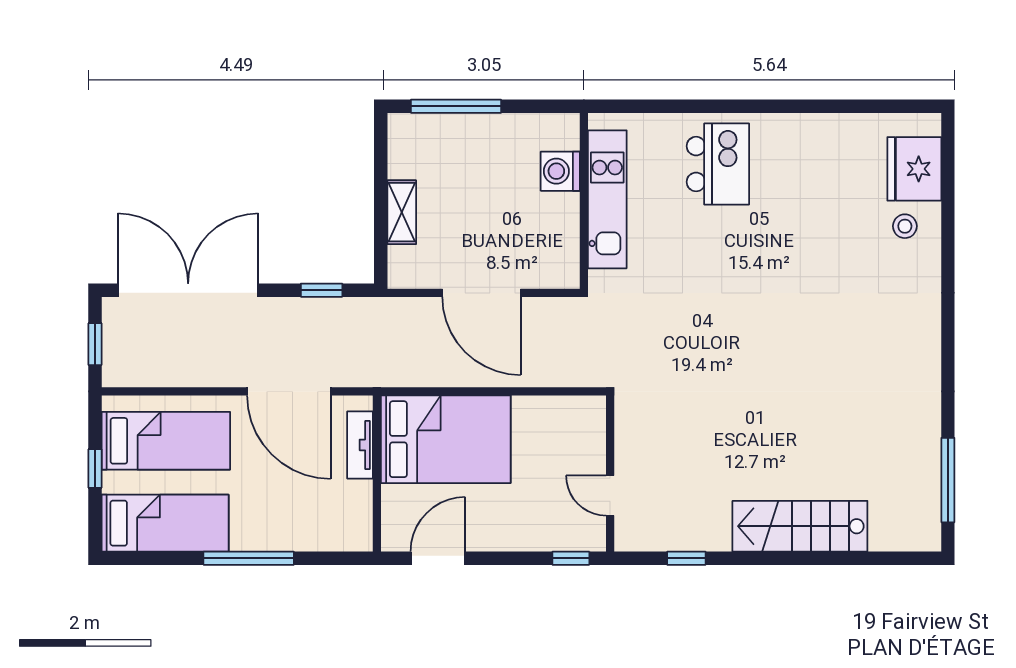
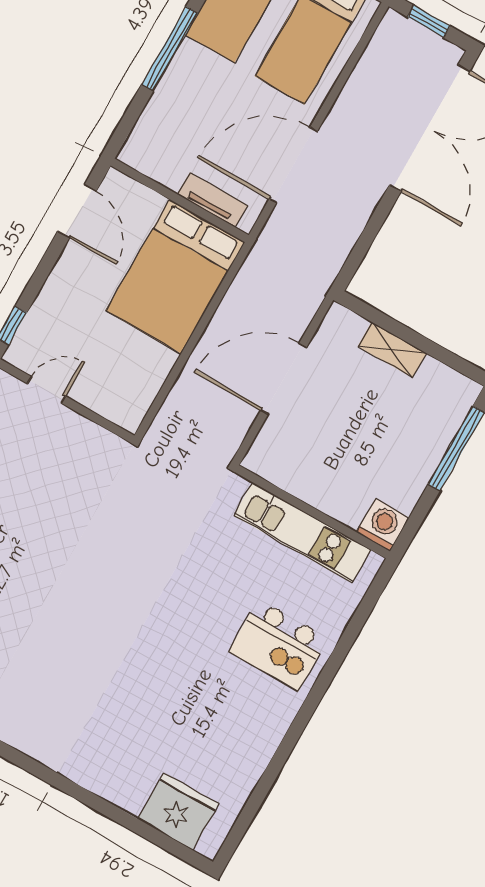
washing machine: (560, 171) -> (383, 525), moved
stool: (905, 226) -> (133, 775), removed
window: (322, 290) -> (364, 243), removed

